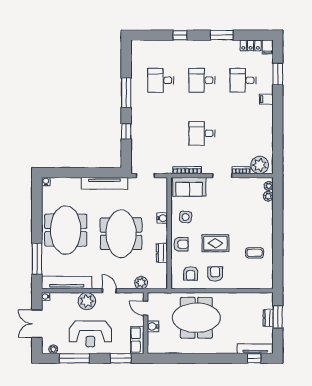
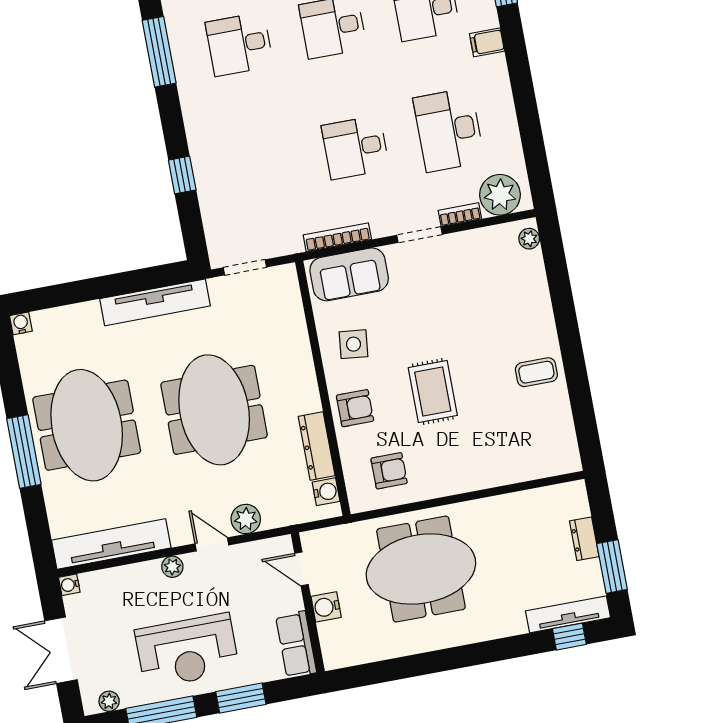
window: (126, 93) -> (159, 52), moved
desk: (243, 133) -> (449, 130), added
plant: (268, 196) -> (533, 262), removed
water cooler: (162, 218) -> (326, 492), moved
rug: (215, 243) -> (433, 392), turned 90
dresser: (162, 253) -> (317, 446), width x1.44
coffee table: (255, 253) -> (536, 372), moved
window: (37, 259) -> (24, 452), moved
armchair: (191, 274) -> (389, 471), turned -90
armchair: (215, 274) -> (445, 461), removed
plant: (141, 283) -> (246, 519), moved
plant: (87, 301) -> (172, 567), width x0.53, depth x0.53
window: (278, 317) -> (612, 567), moved
window: (121, 358) -> (241, 698), moved

